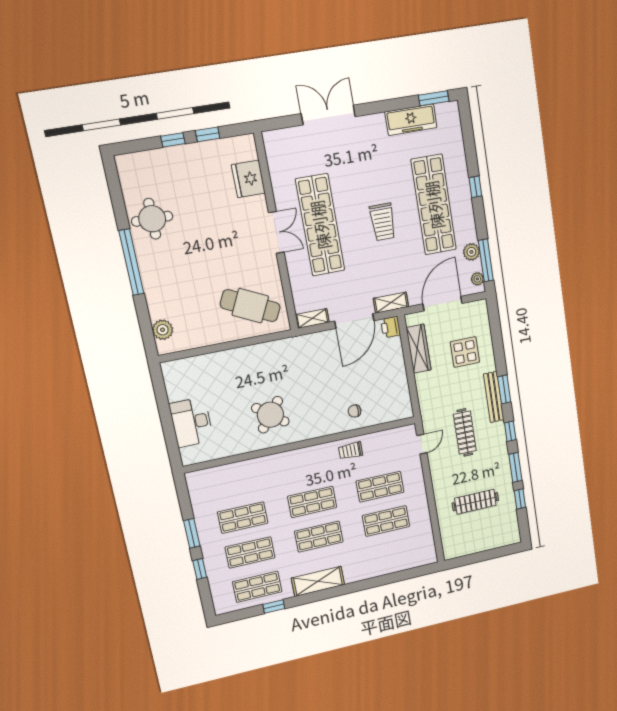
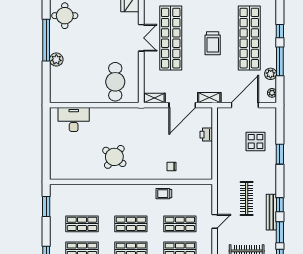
window: (486, 260) -> (280, 61), moved
cafe table: (250, 306) -> (115, 82), turned 64
printer: (391, 327) -> (206, 135), moved
plant: (163, 330) -> (56, 60), moved
wardrobe: (419, 349) -> (223, 133), removed
window: (504, 389) -> (280, 154), moved
bench: (494, 397) -> (271, 212), moved
desk: (191, 422) -> (74, 120), moved, turned 90
door: (422, 444) -> (215, 221), moved
window: (192, 533) -> (46, 207), moved

